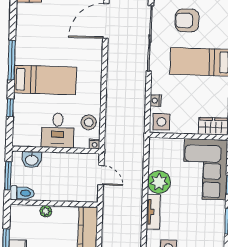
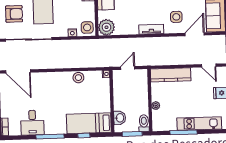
armchair: (187, 20) -> (14, 14), turned -90
bed: (45, 80) -> (89, 123), moved, turned -90
stool: (89, 122) -> (78, 78), moved
desk: (58, 130) -> (32, 123), moved, turned 90
plant: (159, 182) -> (106, 27), moved

